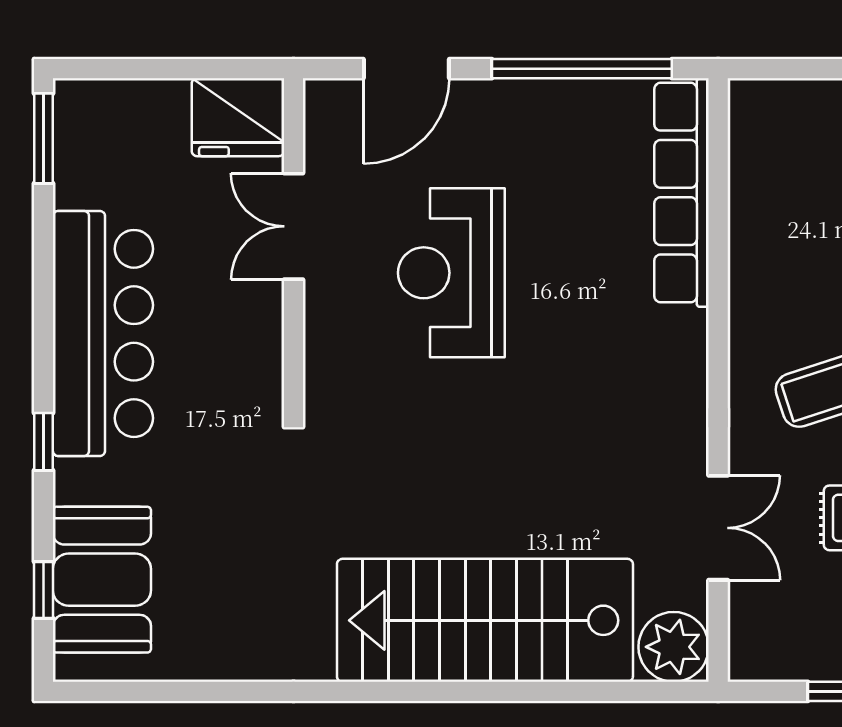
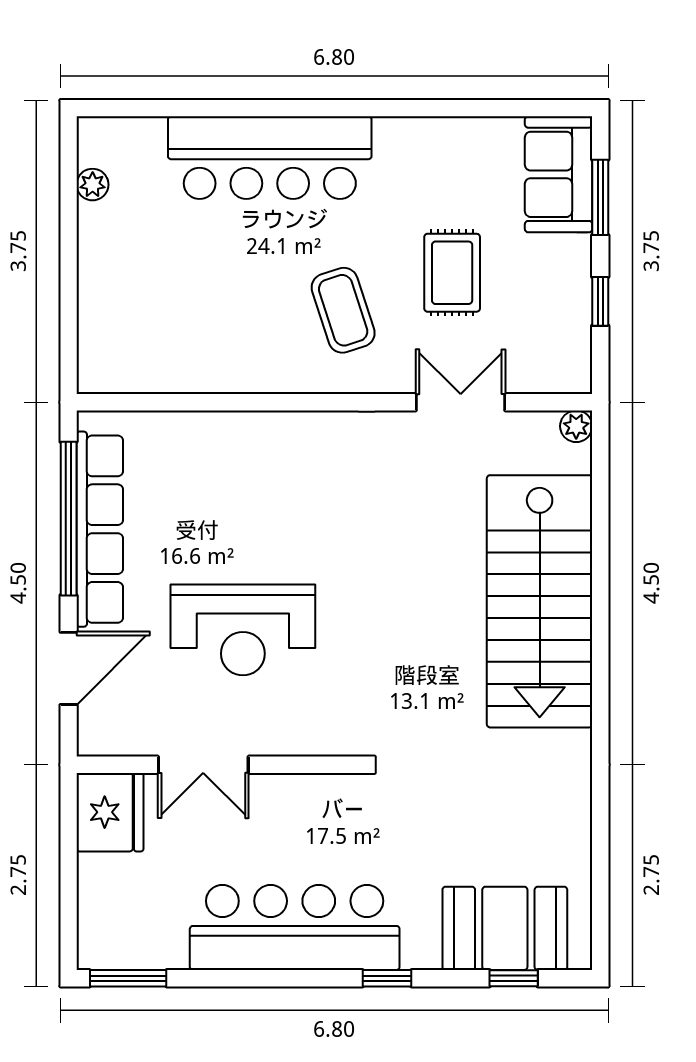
door: (406, 69) -> (69, 668), hinge flipped
row of seats: (682, 193) -> (100, 529), moved, turned -90
plant: (674, 647) -> (576, 426), width x0.53, depth x0.53

